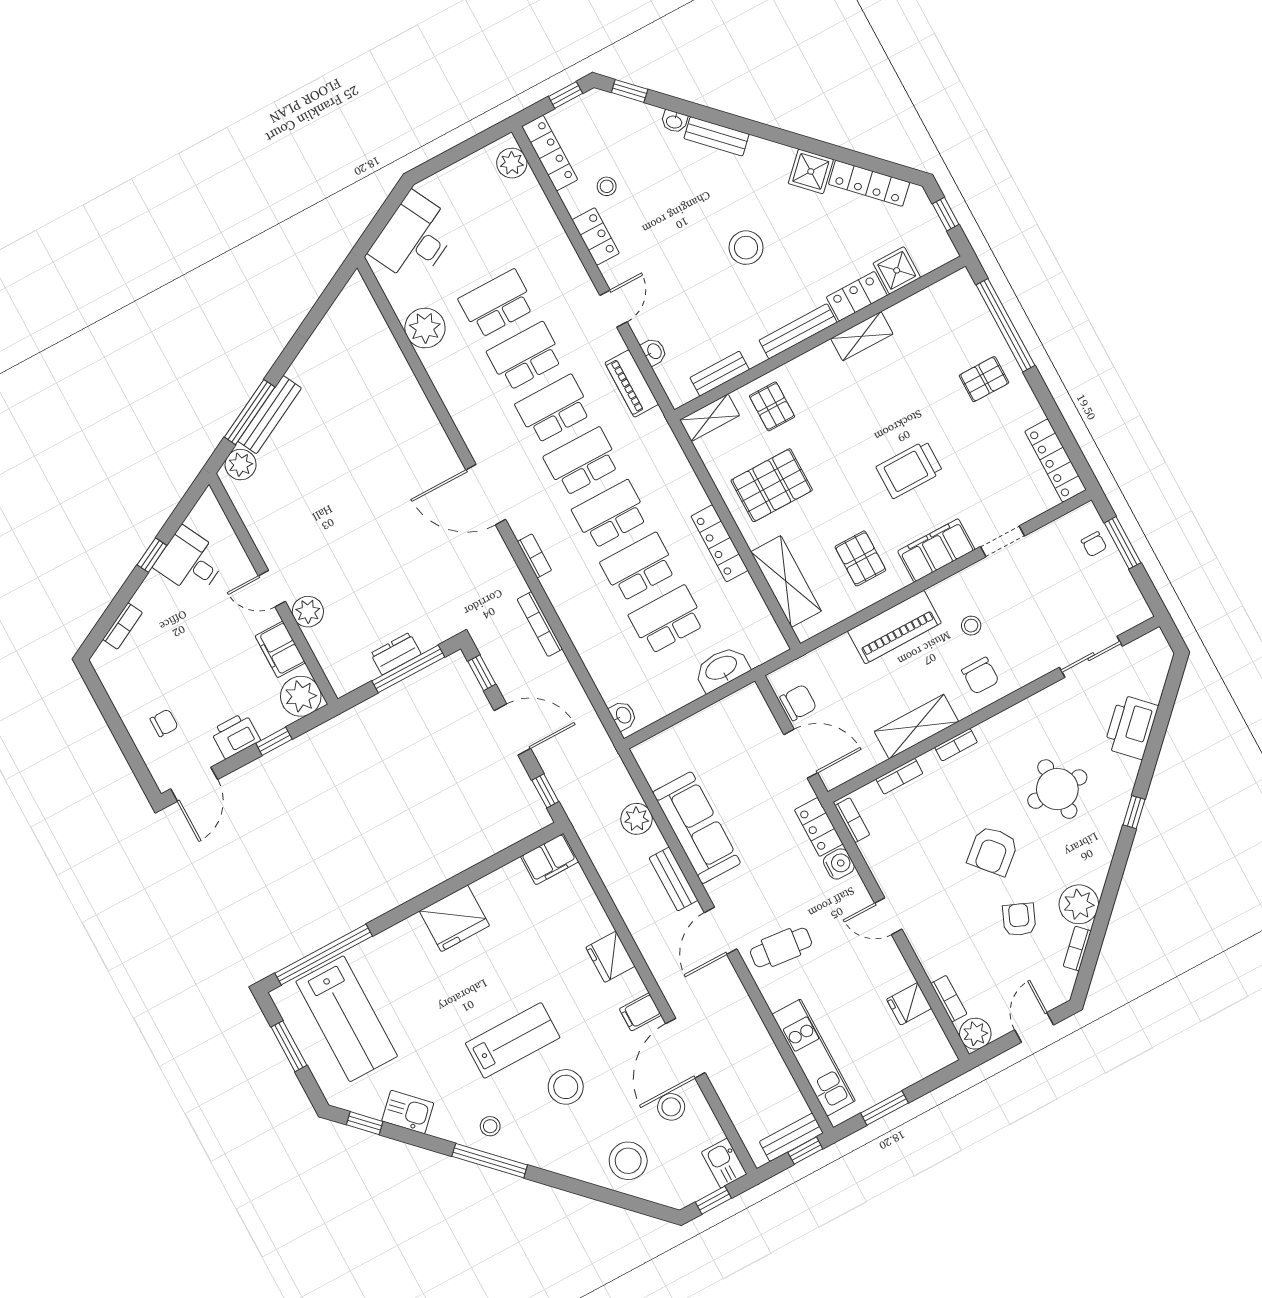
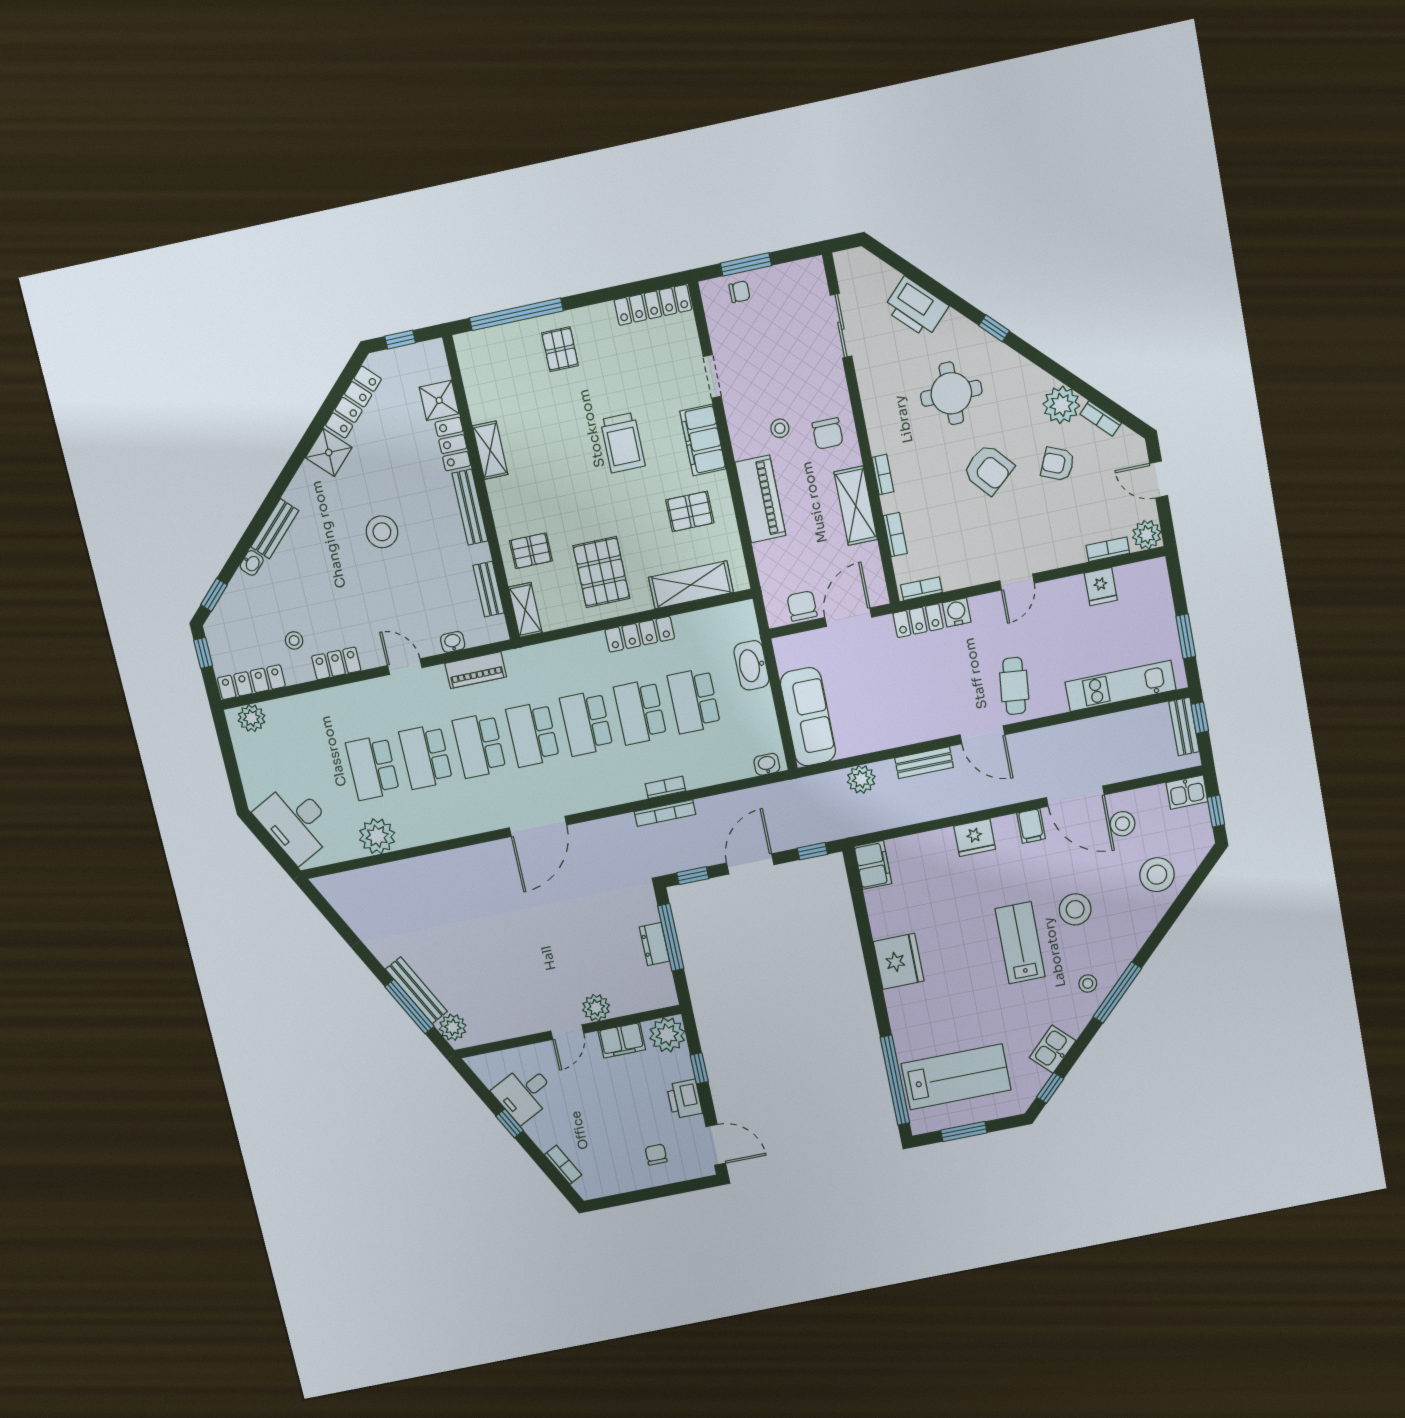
bookcase: (534, 556) -> (665, 787), moved
chair: (980, 676) -> (828, 433), turned 90
sofa: (697, 828) -> (808, 717), moved, turned 90

